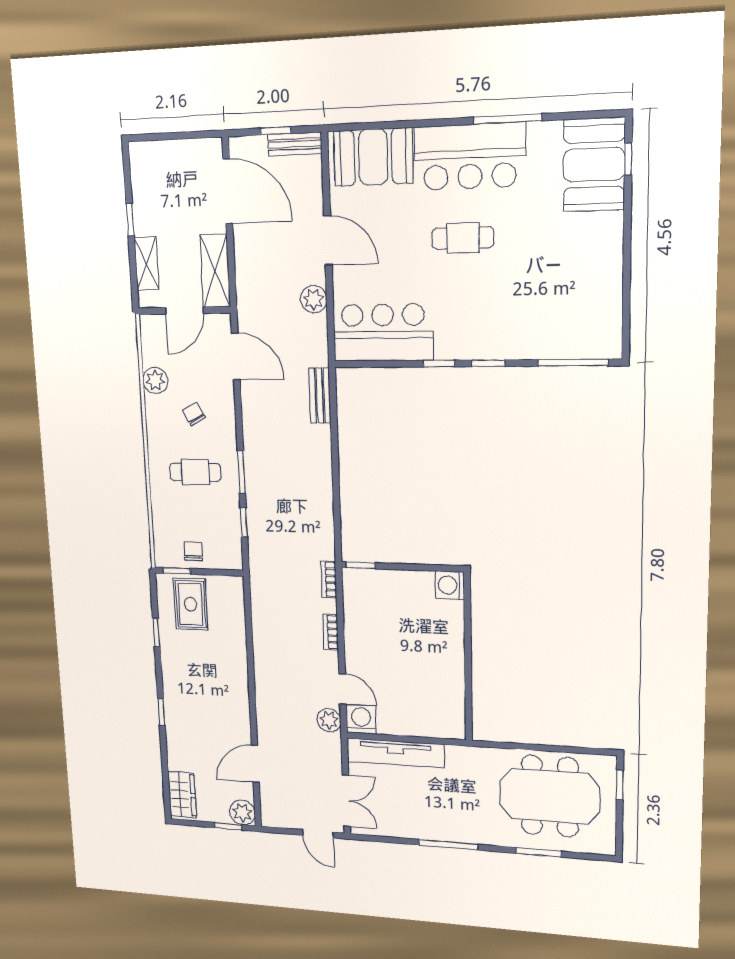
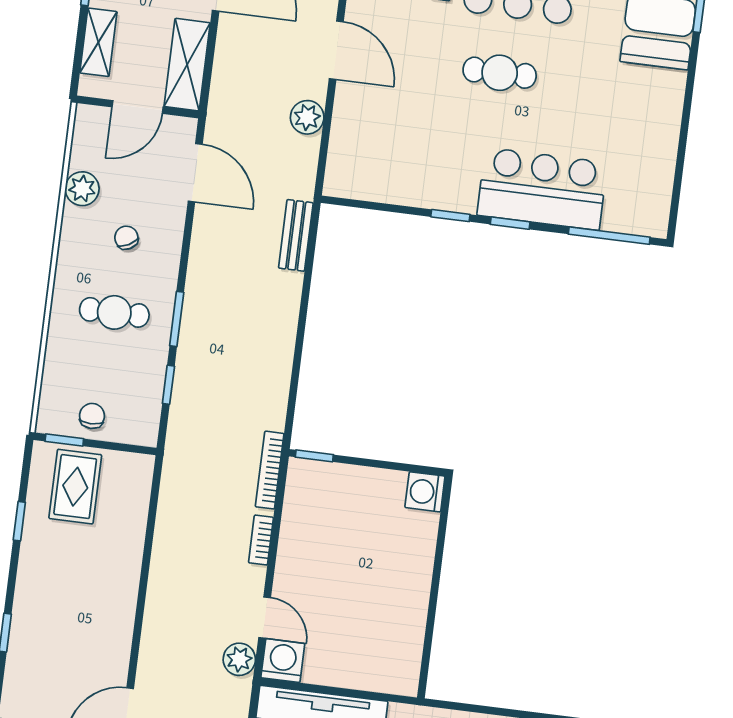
bar counter: (383, 333) -> (542, 189), moved
bookcase: (329, 579) -> (270, 470), width x1.56

